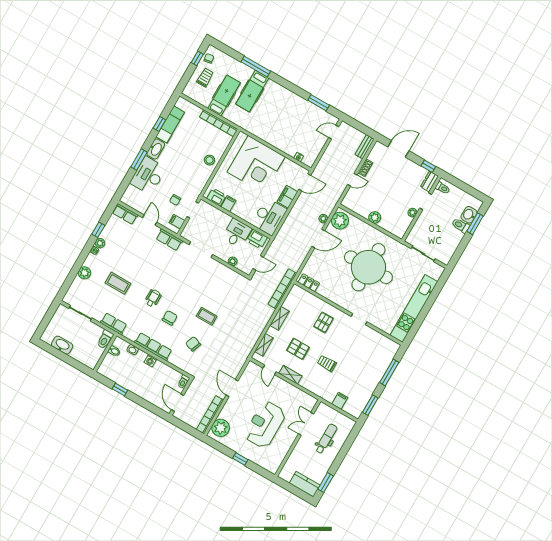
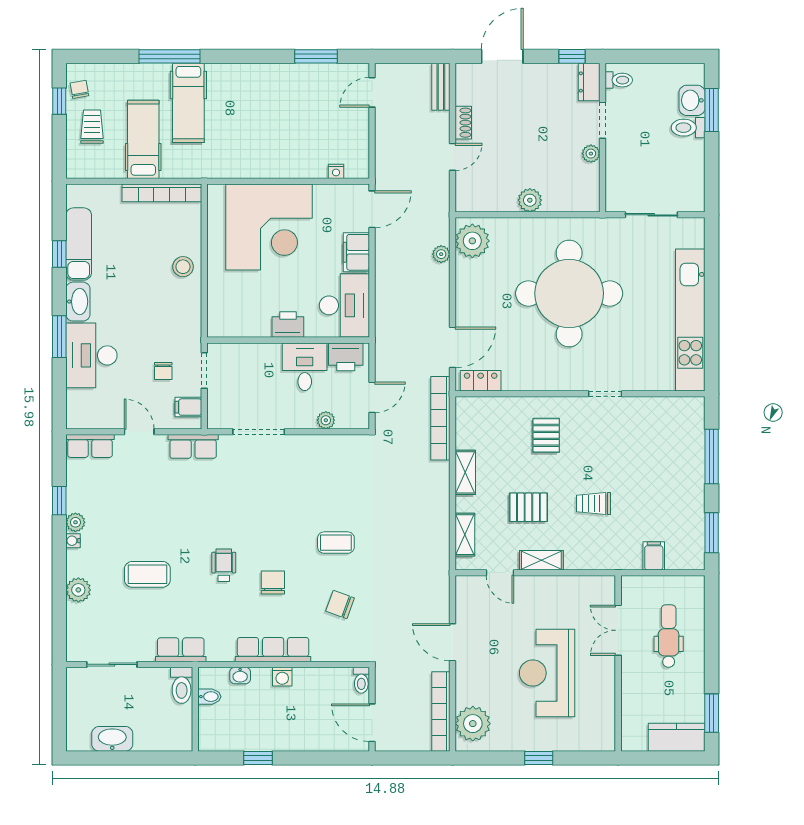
printer: (216, 197) -> (288, 324), moved
filing cabinet: (228, 204) -> (260, 324), removed
door: (318, 239) -> (453, 347), moved

